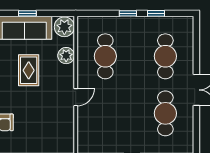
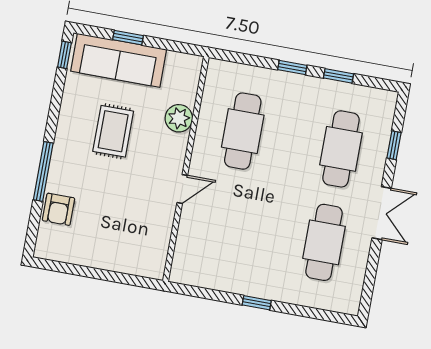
plant: (64, 27) -> (185, 71), removed
window: (196, 48) -> (394, 145), added

